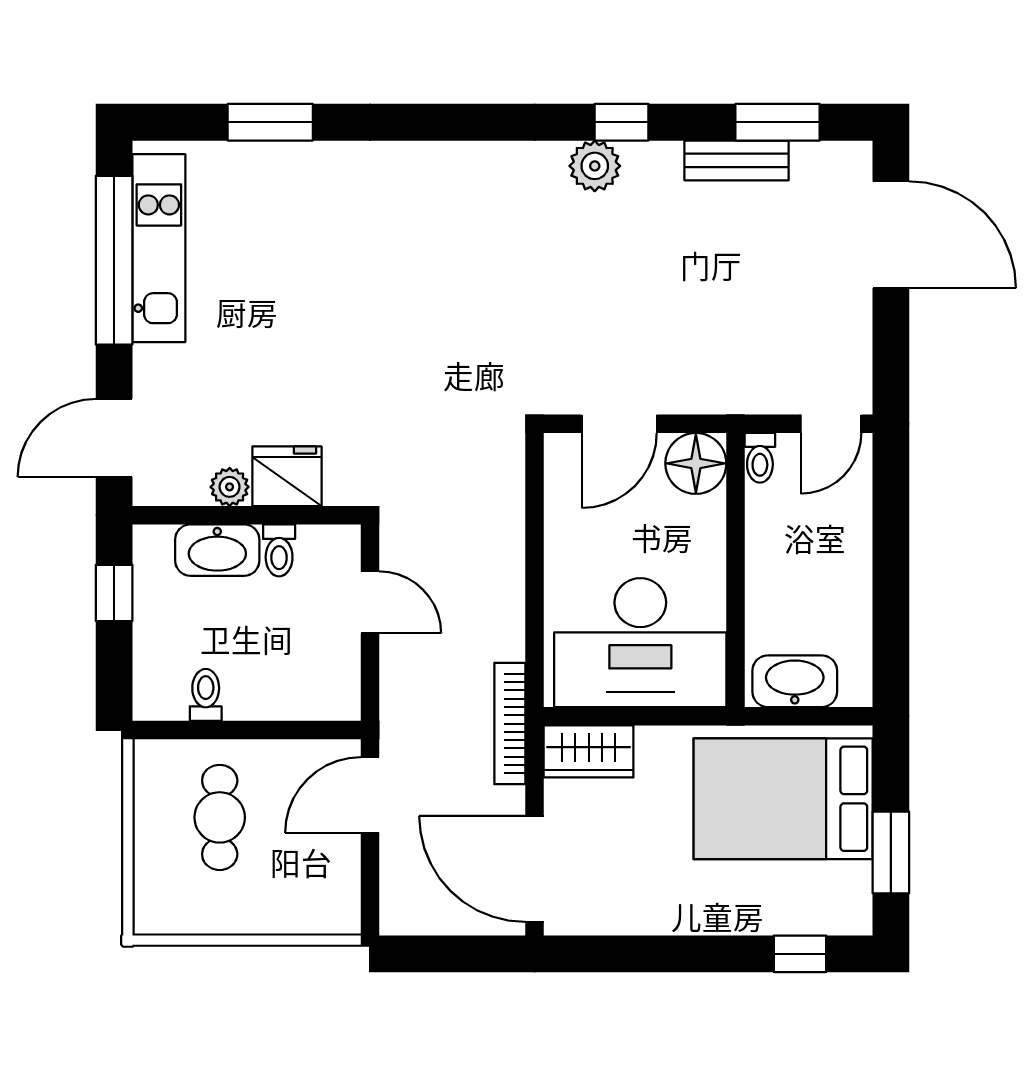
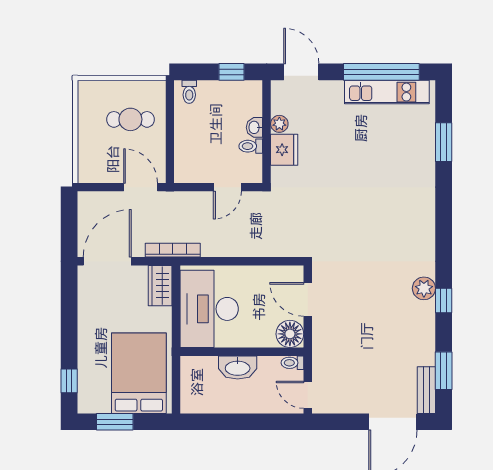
bench: (737, 160) -> (426, 390), moved
washbasin: (217, 550) -> (254, 127), width x0.52, depth x0.69
washbasin: (795, 681) -> (238, 368), moved, turned 90
toilet: (206, 695) -> (189, 92), moved, turned 90

